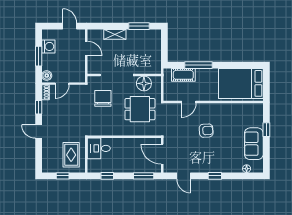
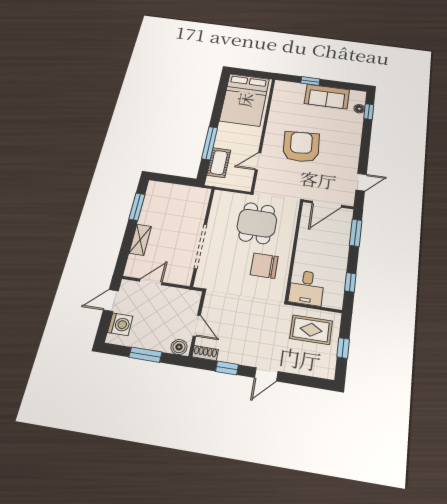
washing machine: (48, 46) -> (120, 324), moved, turned 90
floor lamp: (144, 83) -> (221, 212), removed
chair: (103, 98) -> (264, 266), moved
door: (189, 102) -> (258, 161), swing flipped
armchair: (206, 131) -> (301, 147), width x1.88, depth x1.88
window: (215, 176) -> (369, 112), moved

